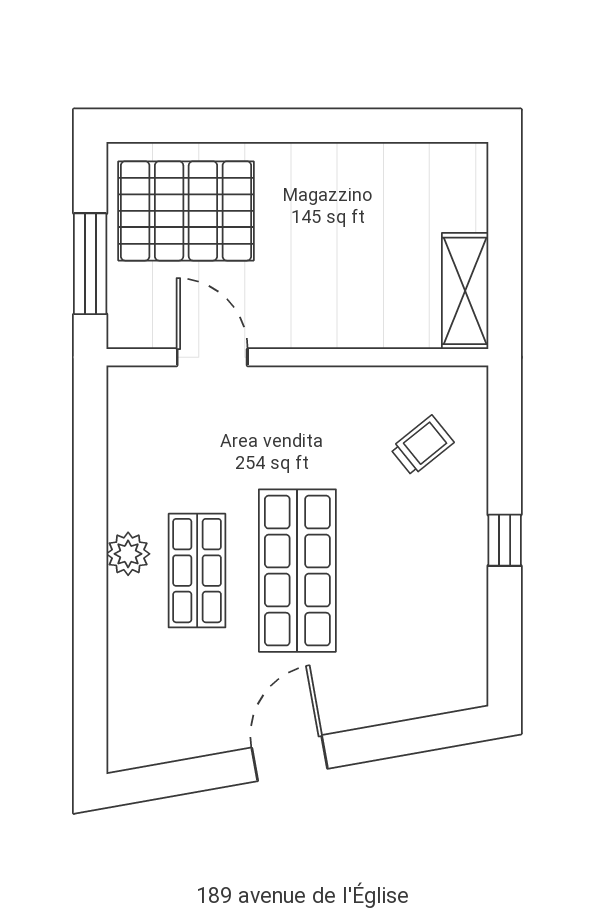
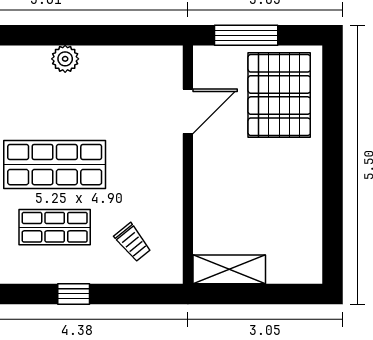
shop shelf: (197, 571) -> (55, 227), moved

